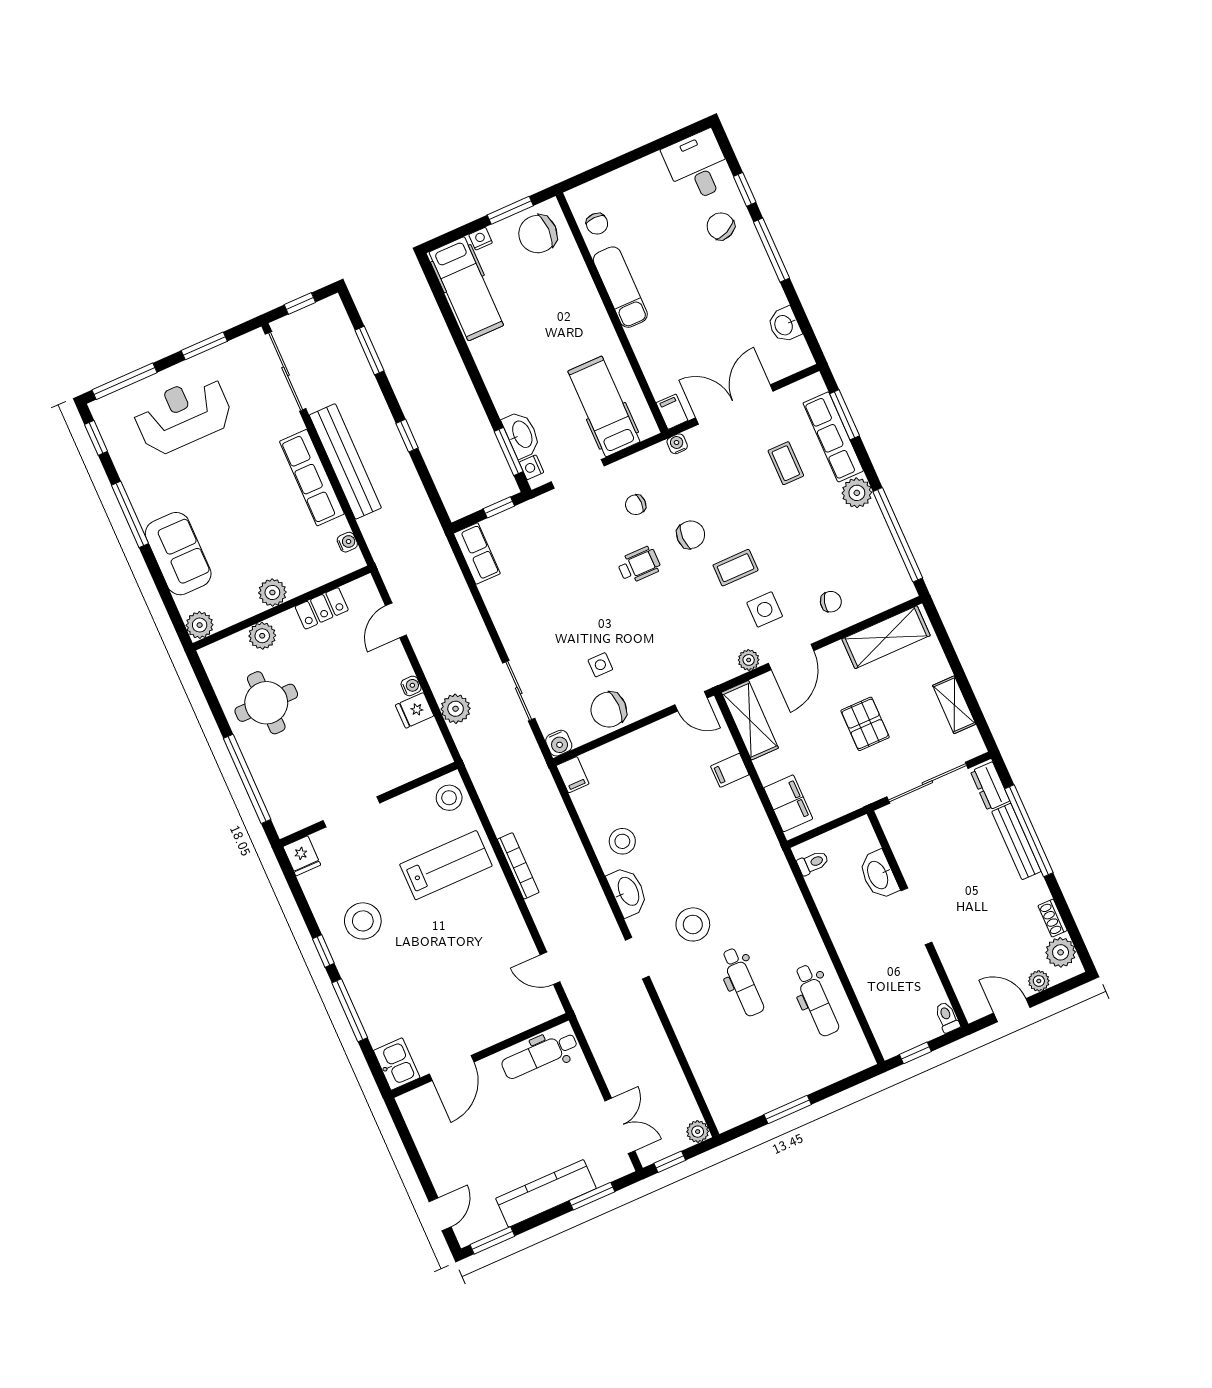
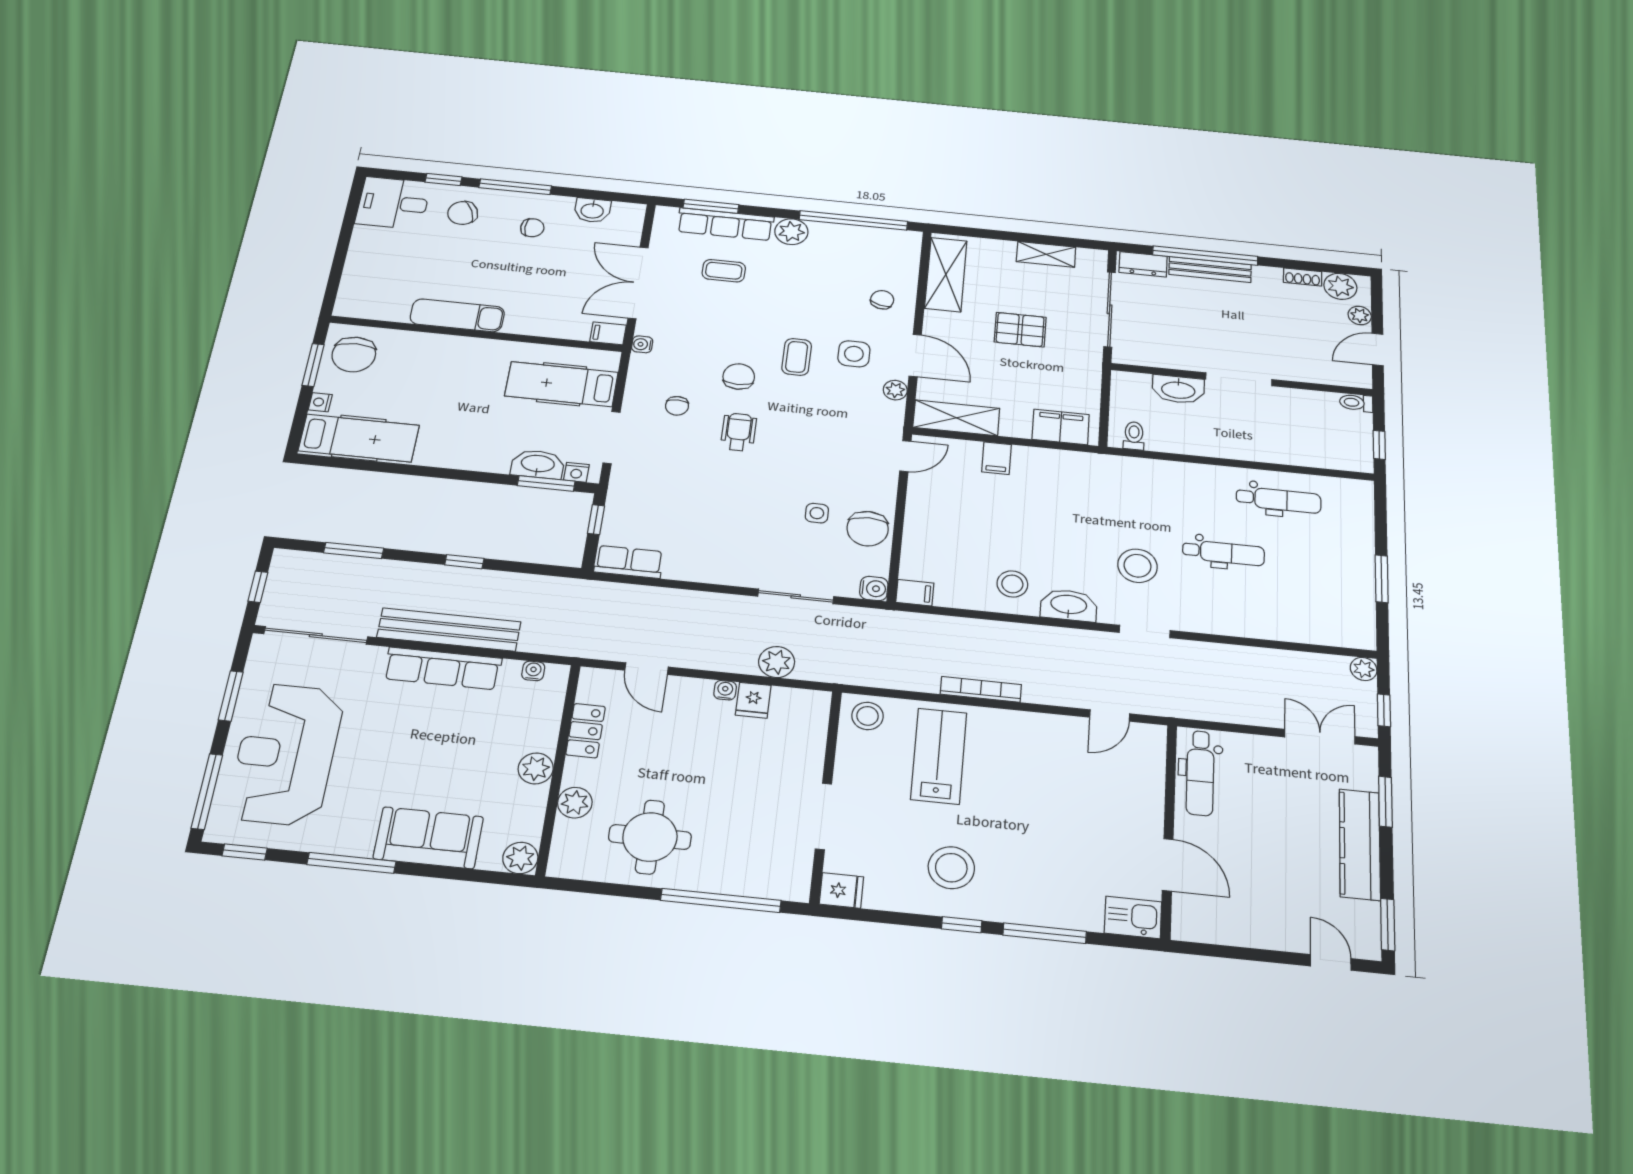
chair: (597, 224) -> (532, 228), moved
reception desk: (183, 415) -> (286, 754), width x1.36, depth x1.30

